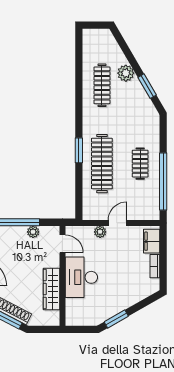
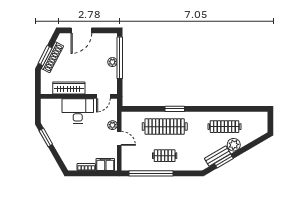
bench: (141, 94) -> (217, 156), added
plant: (33, 232) -> (112, 62), moved

